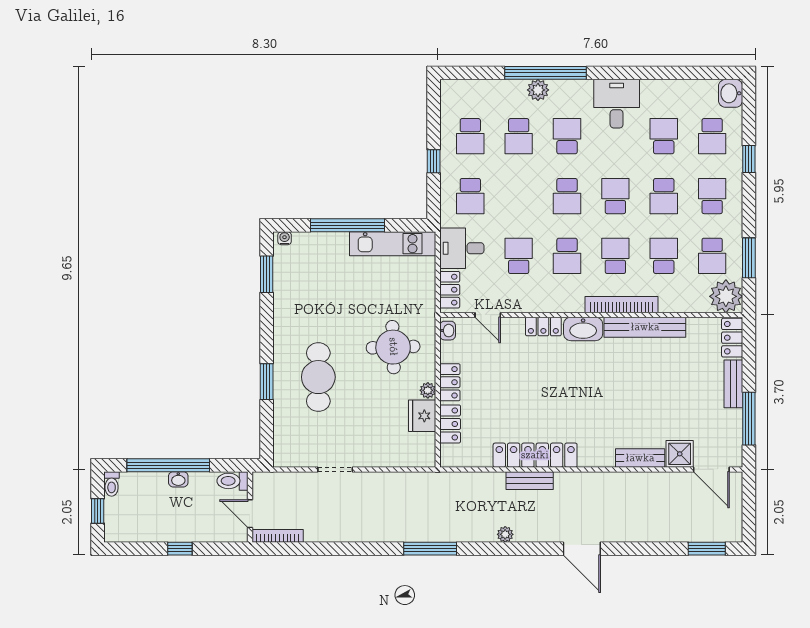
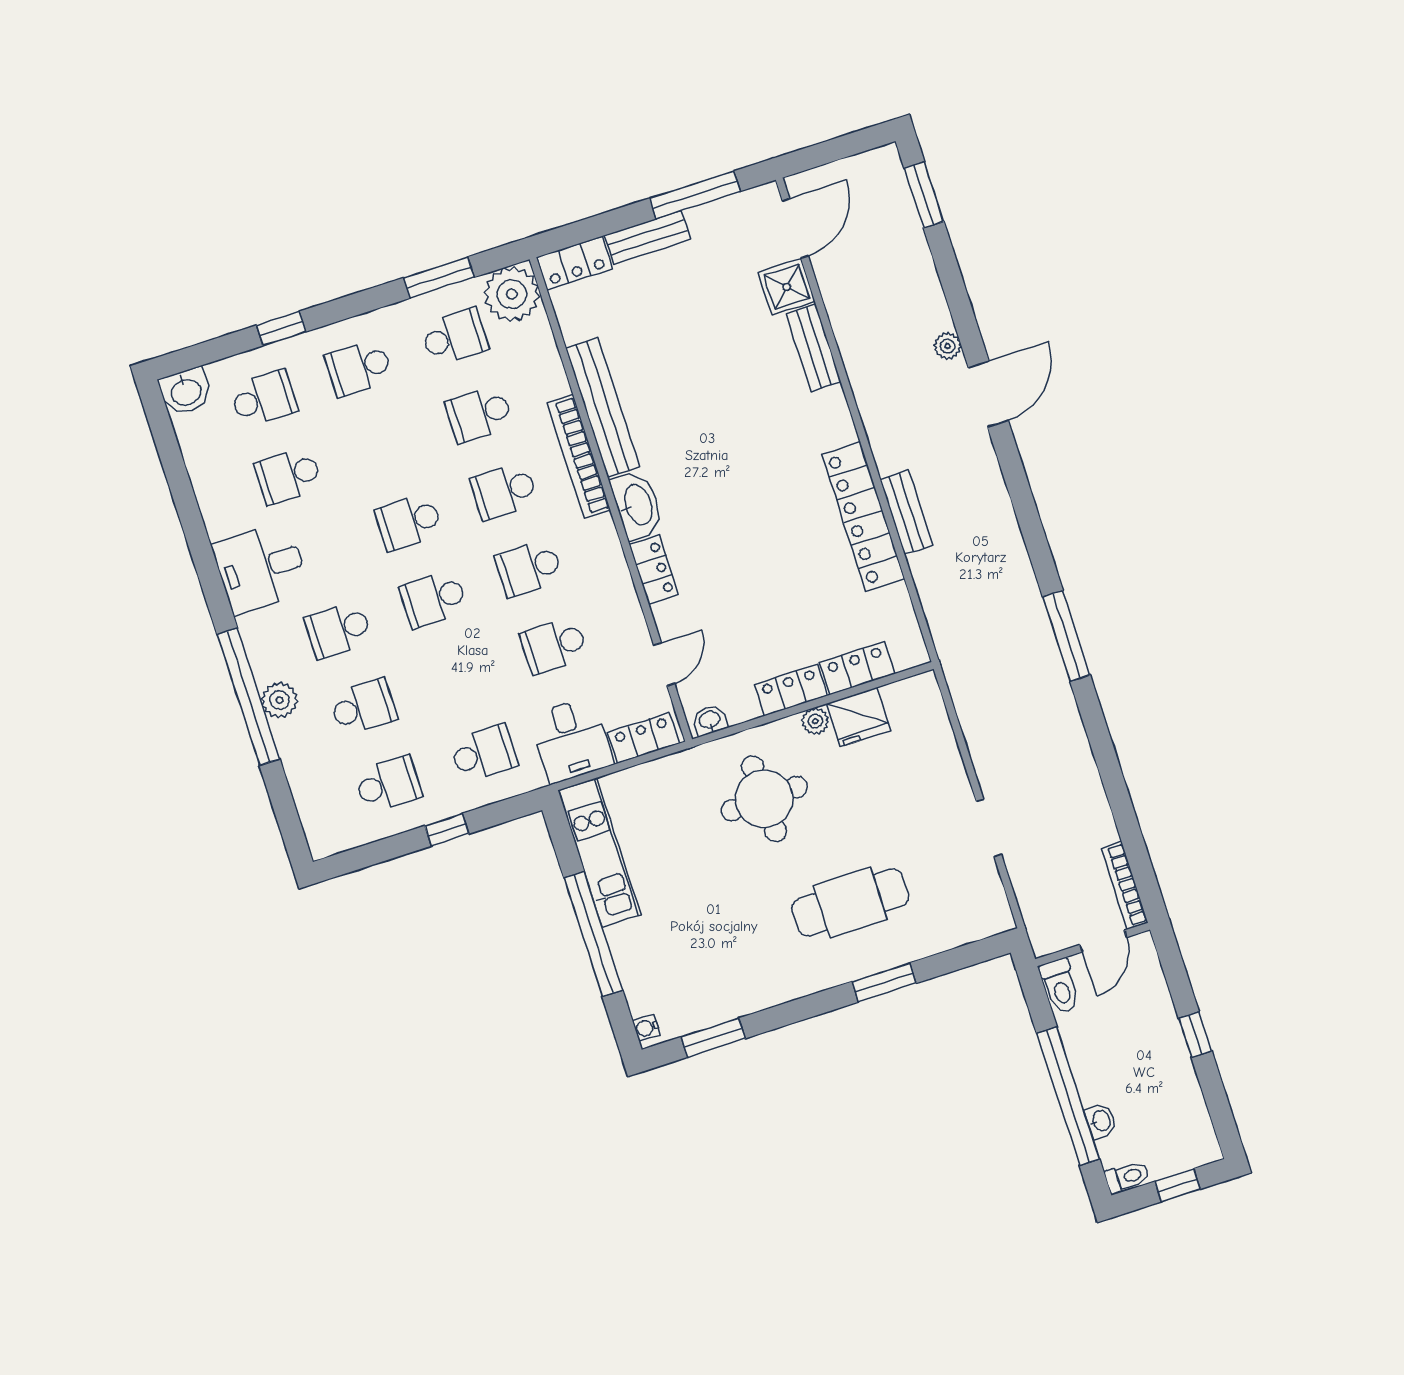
school desk: (567, 196) -> (434, 599), turned 180
school desk: (664, 196) -> (384, 445), removed
school desk: (567, 256) -> (529, 568), turned 180
washbasin: (178, 479) -> (1101, 1121), moved
plant: (505, 534) -> (948, 346), moved

